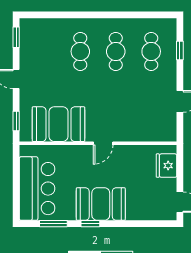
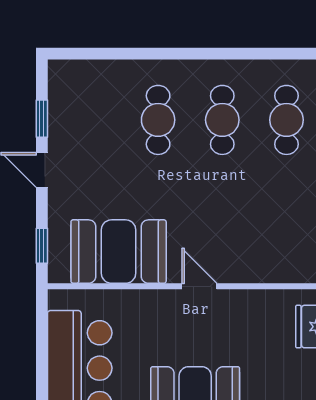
window: (16, 37) -> (42, 119), moved
door: (103, 143) -> (199, 286), swing flipped

